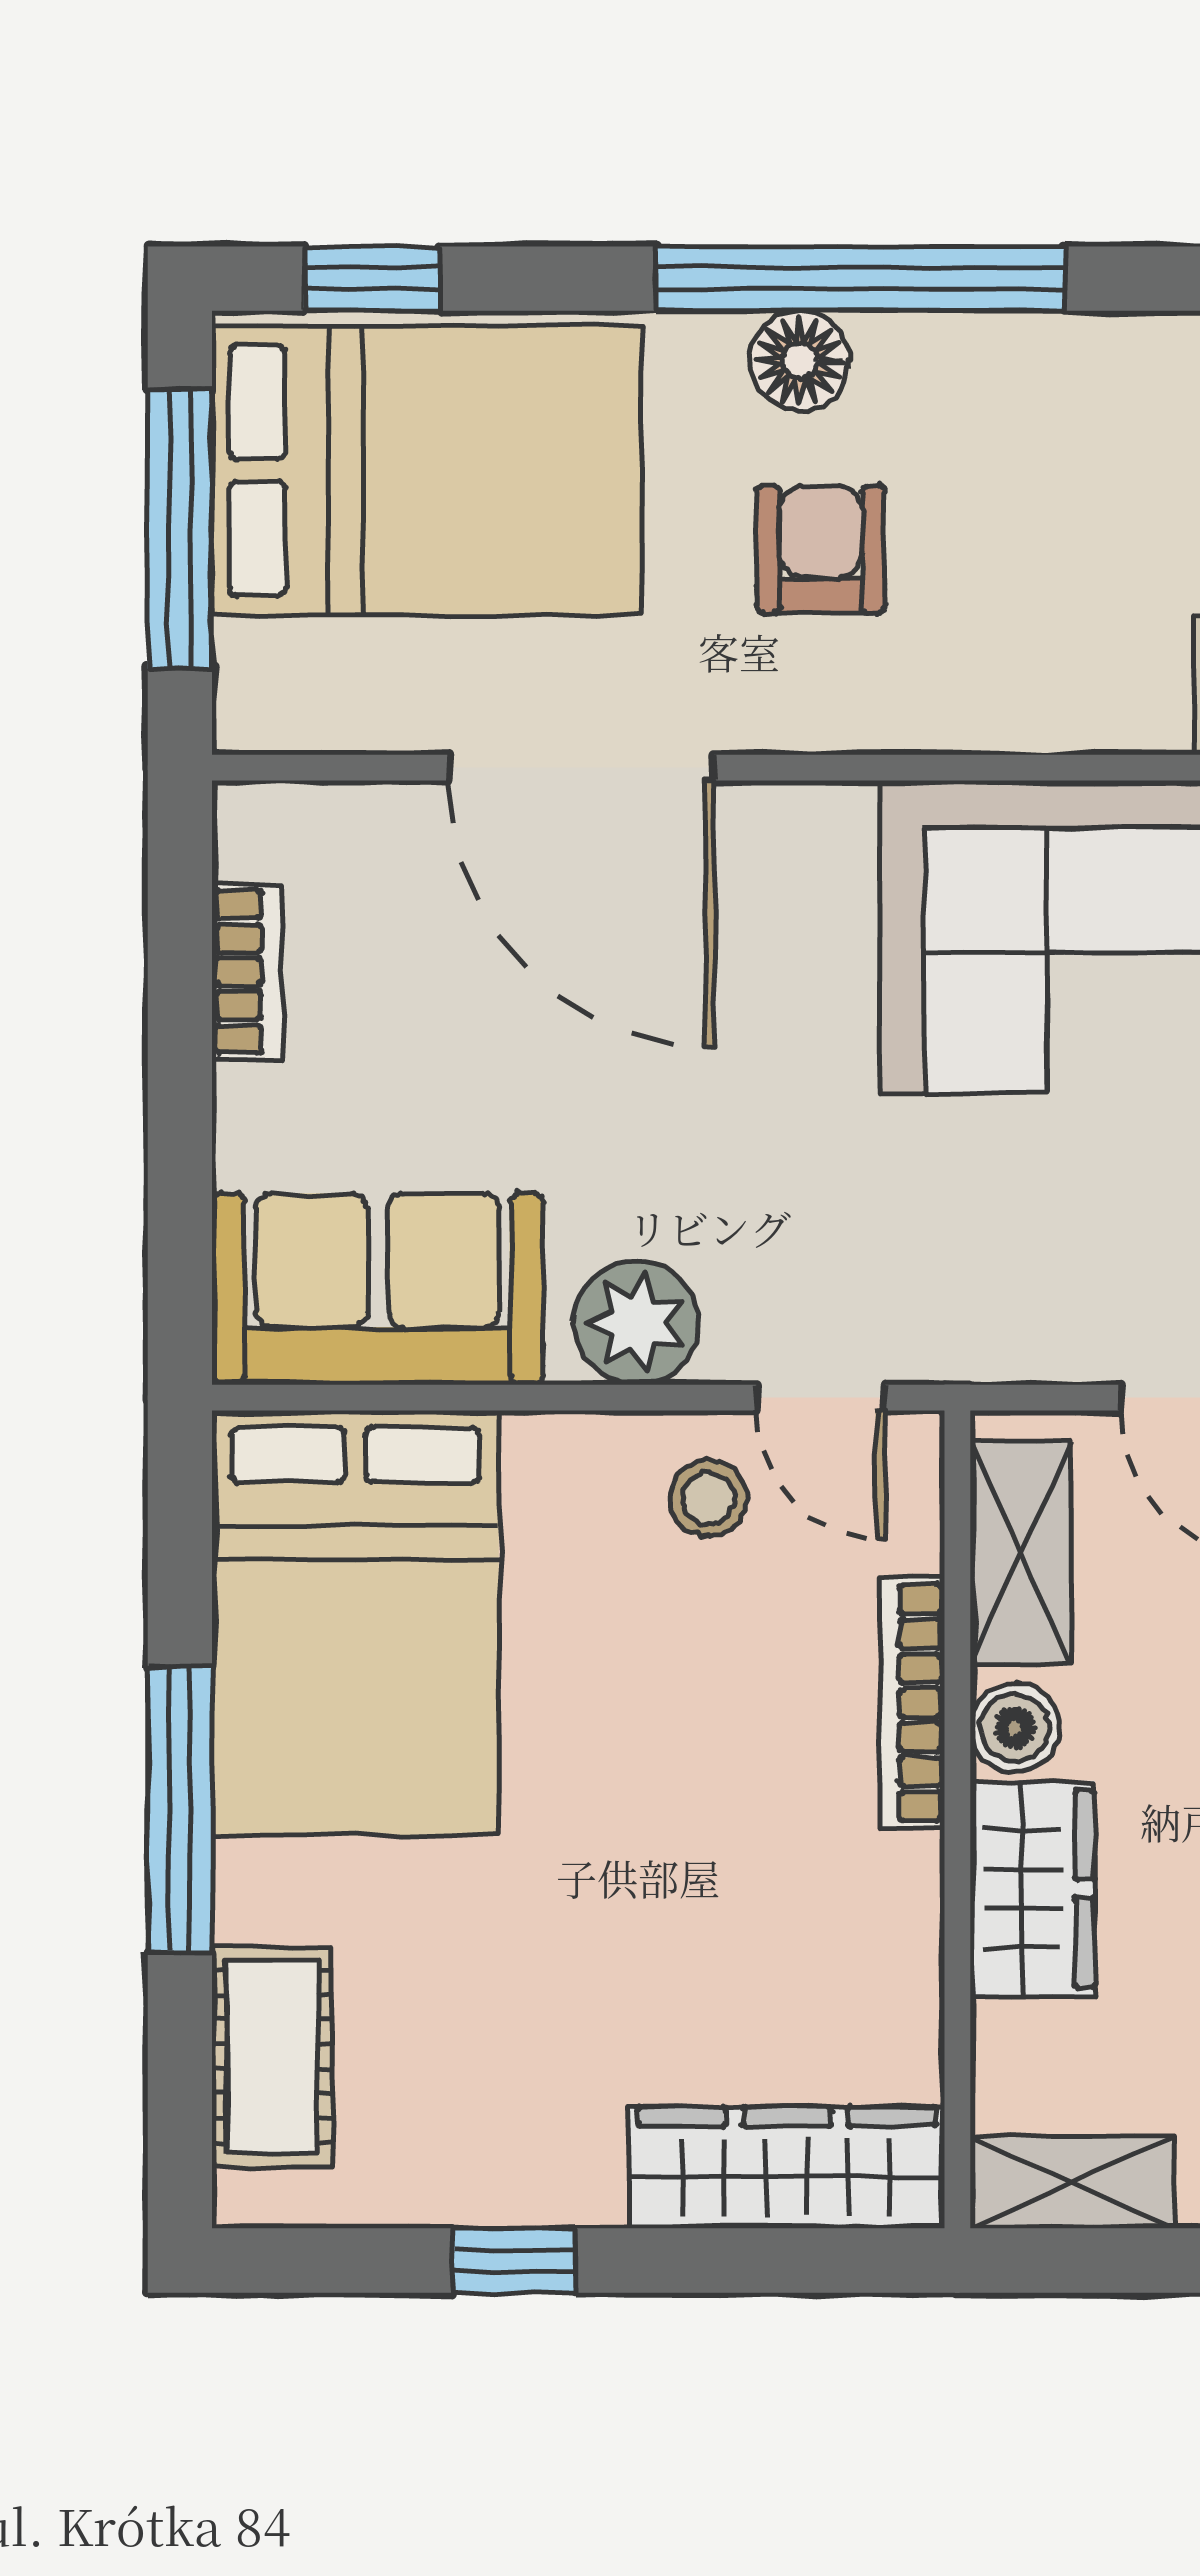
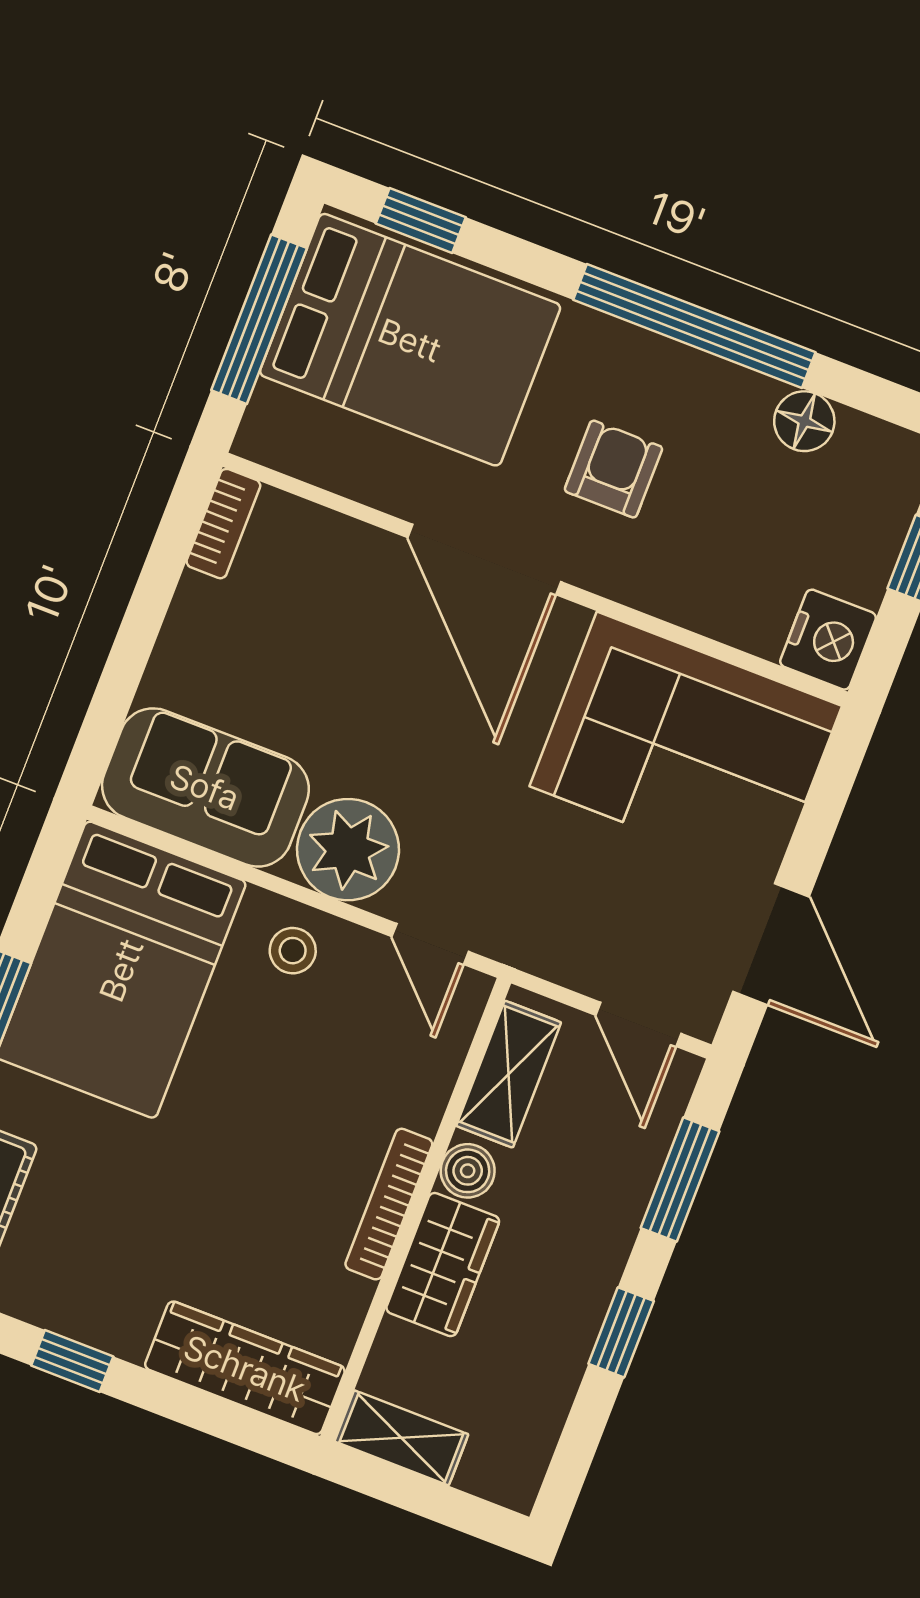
floor lamp: (800, 361) -> (804, 421), moved
door: (581, 768) -> (484, 560), moved
bookcase: (247, 972) -> (223, 524), moved
plant: (636, 1323) -> (348, 850), width x1.36, depth x1.36
stool: (708, 1499) -> (293, 951), moved
bookcase: (912, 1703) -> (389, 1204), moved

